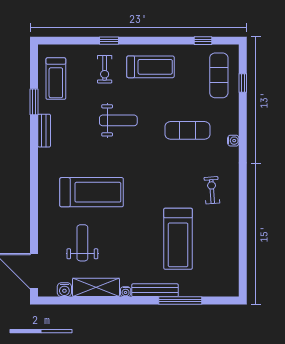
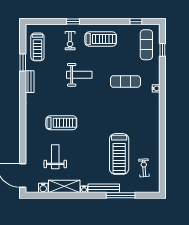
exercise bike: (212, 190) -> (144, 168), moved
treadmill: (92, 192) -> (61, 123), width x0.73, depth x0.73

